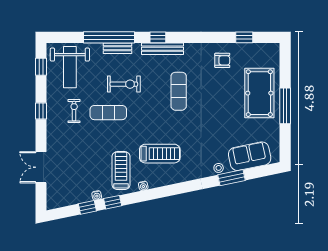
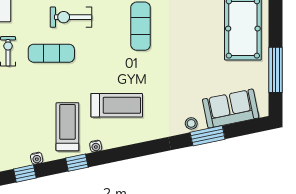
exercise bike: (124, 84) -> (71, 17), turned 180
window: (285, 106) -> (276, 70), moved
window: (113, 202) -> (77, 163), moved

